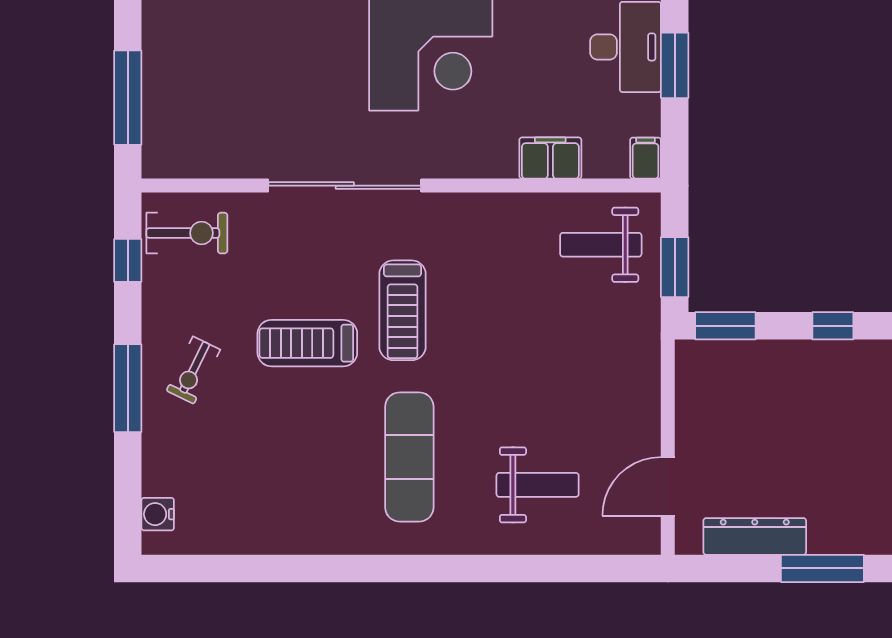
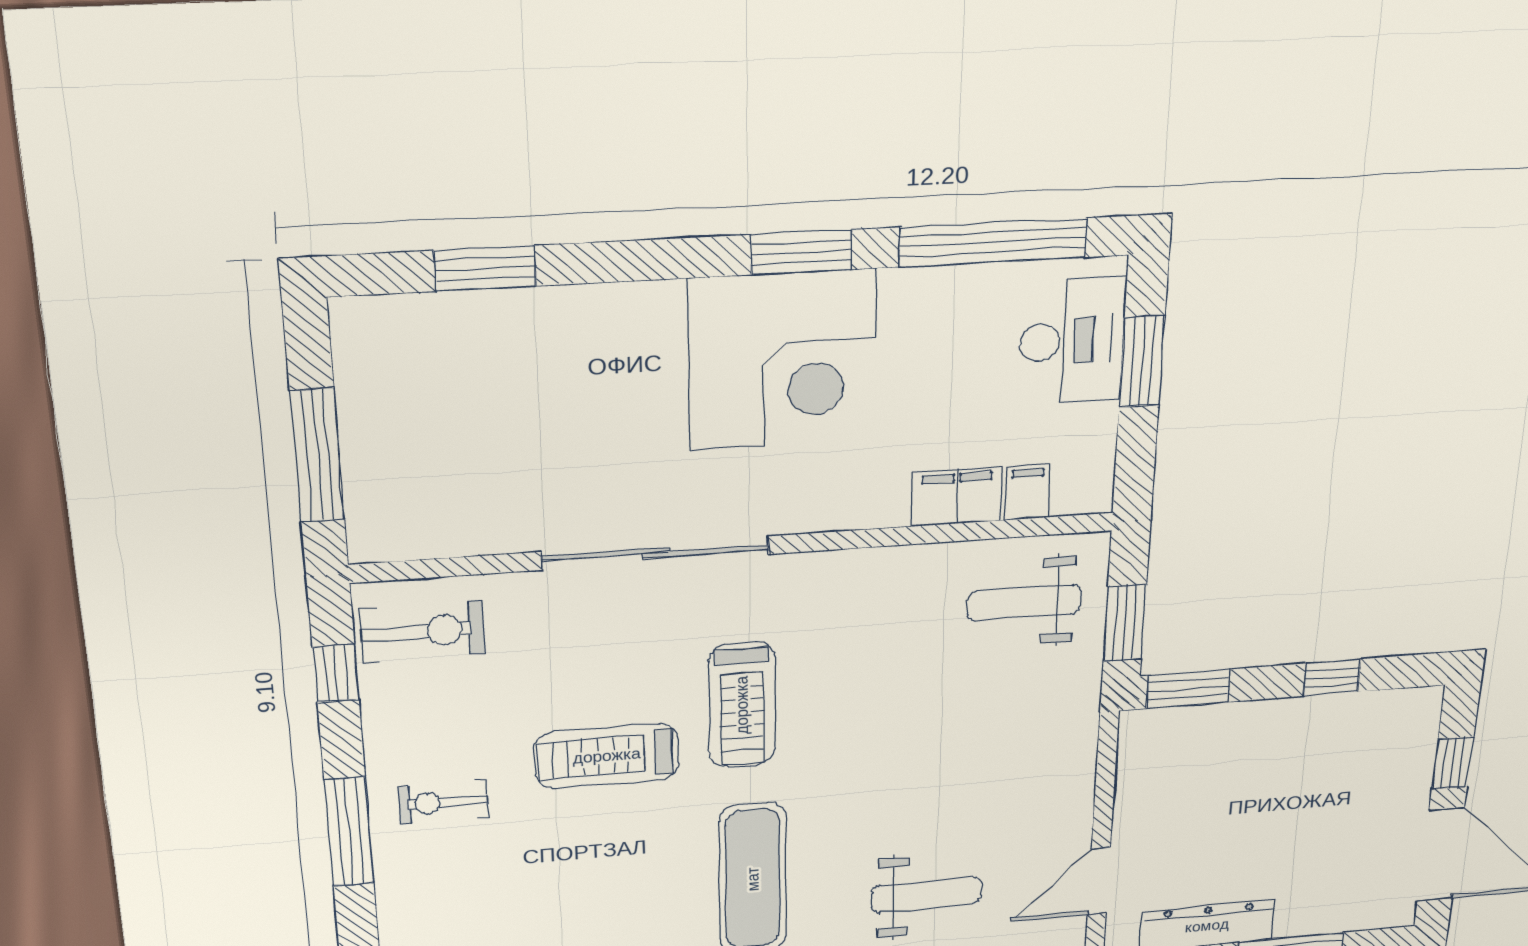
filing cabinet: (646, 158) -> (1027, 492), moved
exercise bike: (193, 370) -> (443, 802), turned 64

